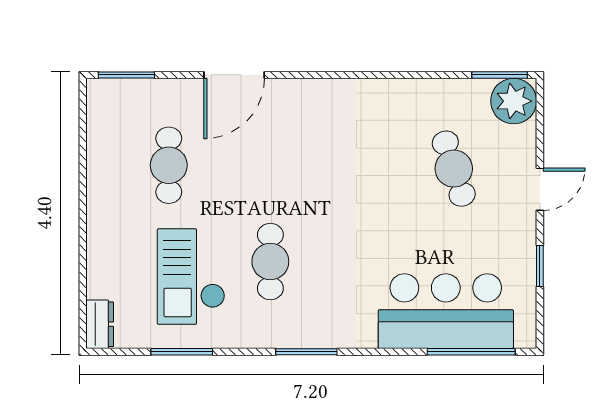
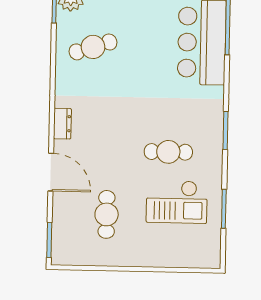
cafe table: (169, 165) -> (107, 214), turned 90
cafe table: (454, 169) -> (93, 47), moved
dresser: (100, 324) -> (62, 124), moved, turned 90

